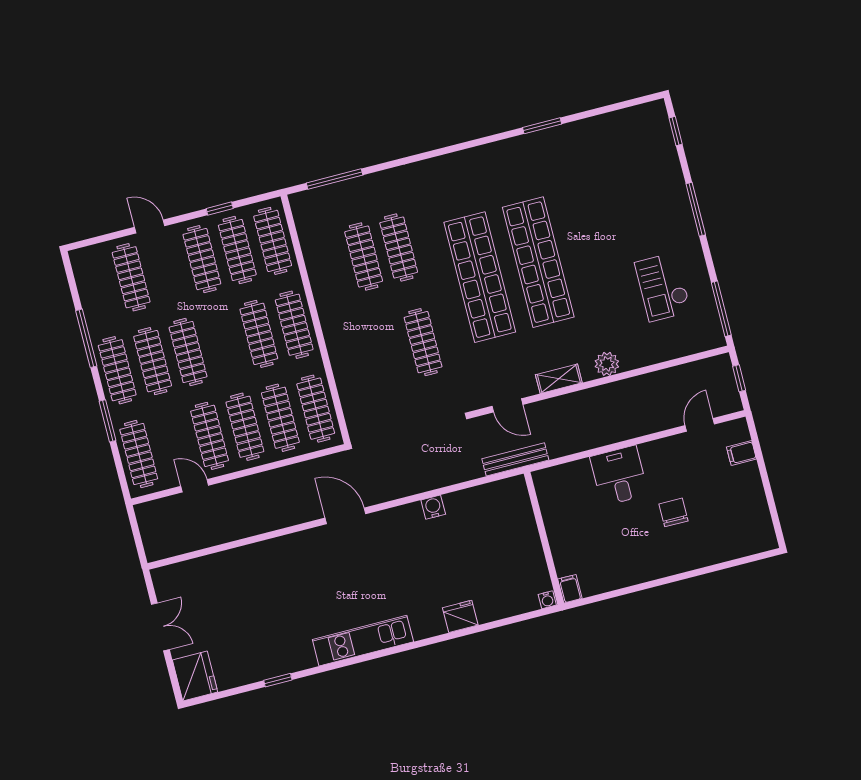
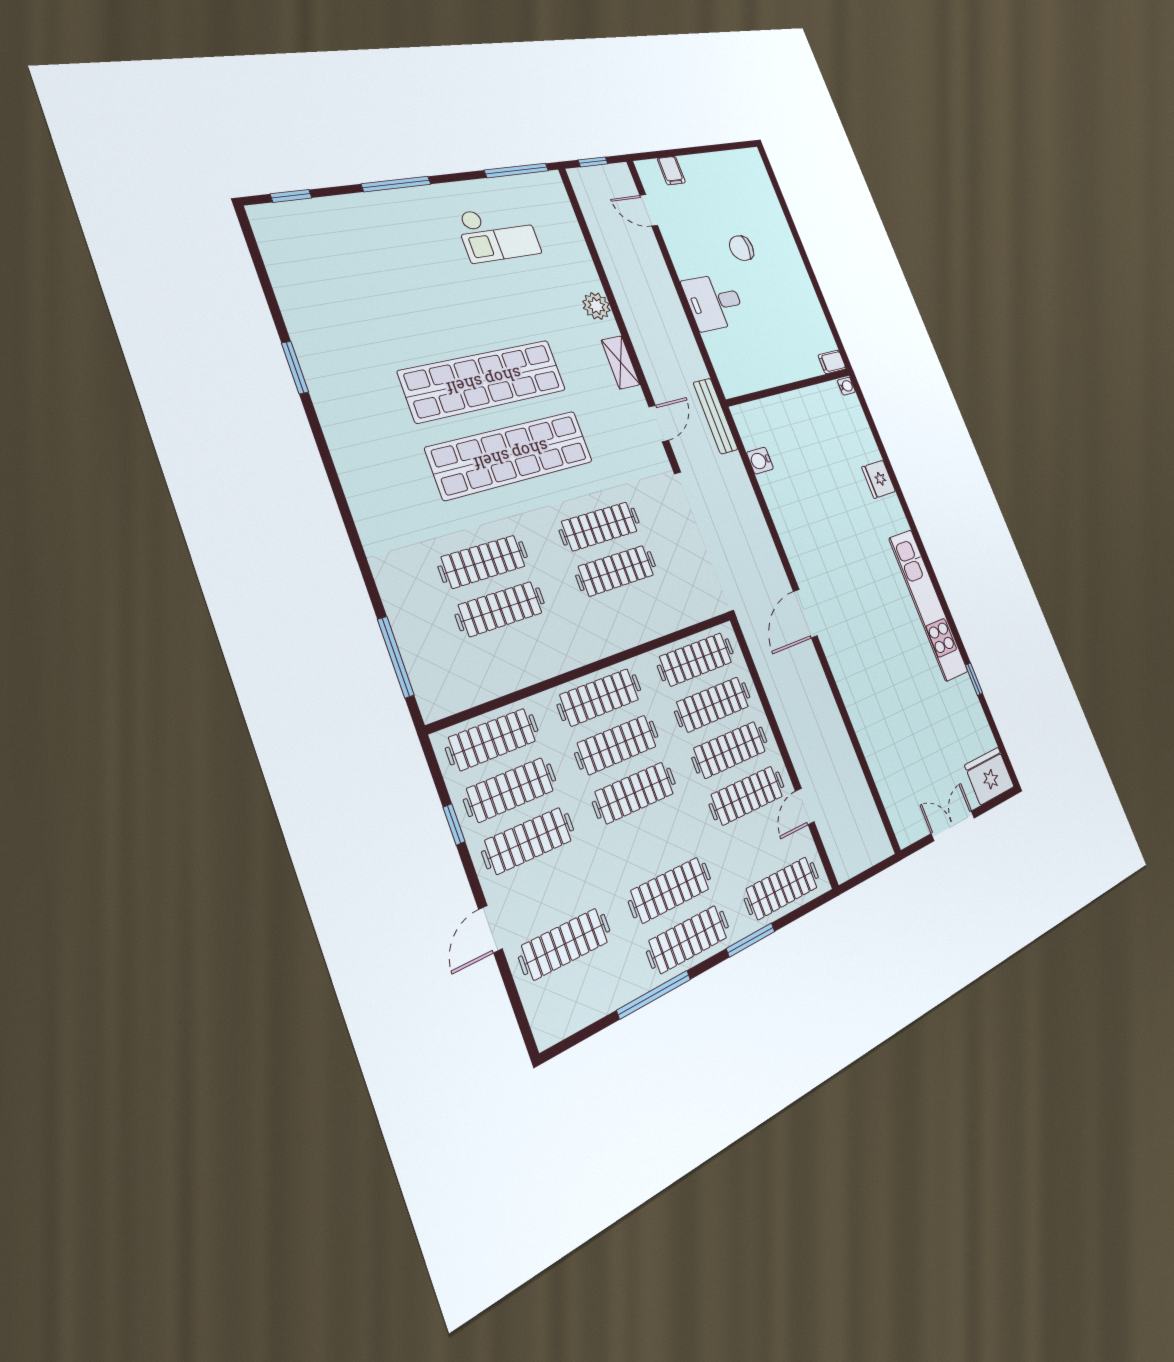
clothes rail: (388, 351) -> (616, 571), added
clothes rail: (188, 352) -> (635, 793), moved
water cooler: (433, 507) -> (760, 461), moved
kitchen unit: (363, 641) -> (928, 605), width x1.36

